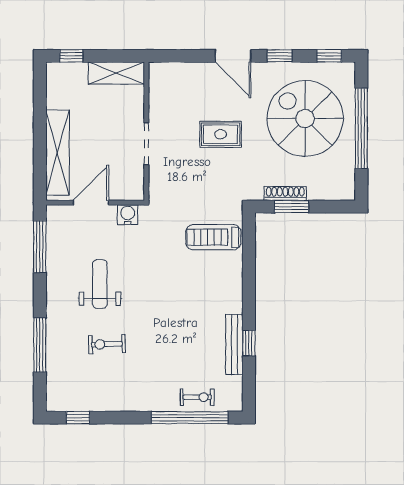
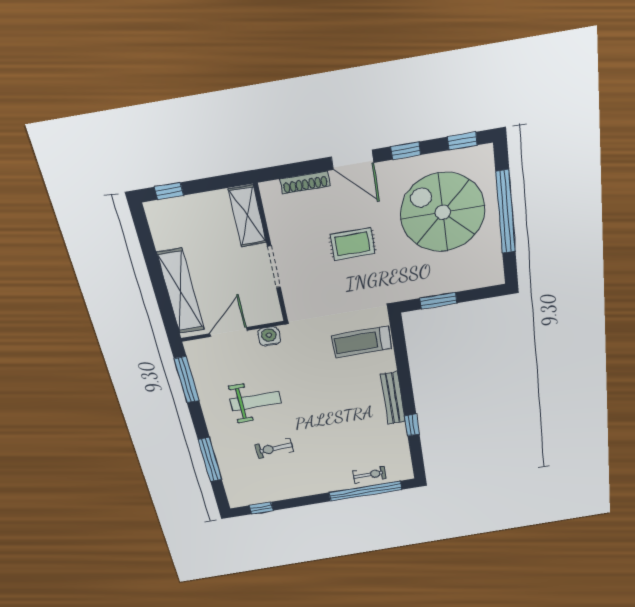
shelving: (116, 73) -> (247, 216), moved, turned 90
shoe rack: (285, 193) -> (305, 183), moved, turned 180
weight bench: (100, 284) -> (256, 401), turned 90
bench: (234, 344) -> (393, 398), moved

